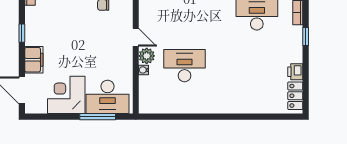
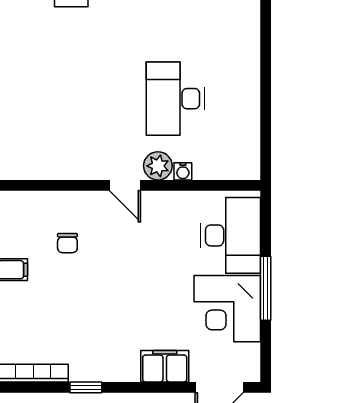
window: (22, 33) -> (86, 387), moved
door: (136, 37) -> (125, 185), swing flipped
window: (98, 117) -> (266, 288), moved

